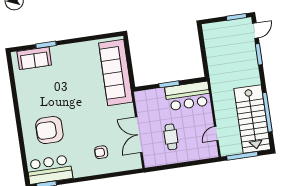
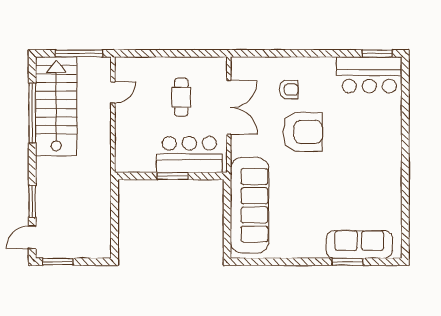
sofa: (34, 58) -> (359, 244), width x1.36
bar counter: (188, 96) -> (189, 155), moved
armchair: (49, 130) -> (303, 132), moved

